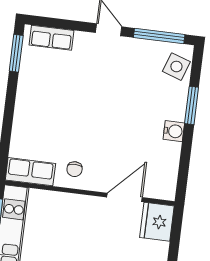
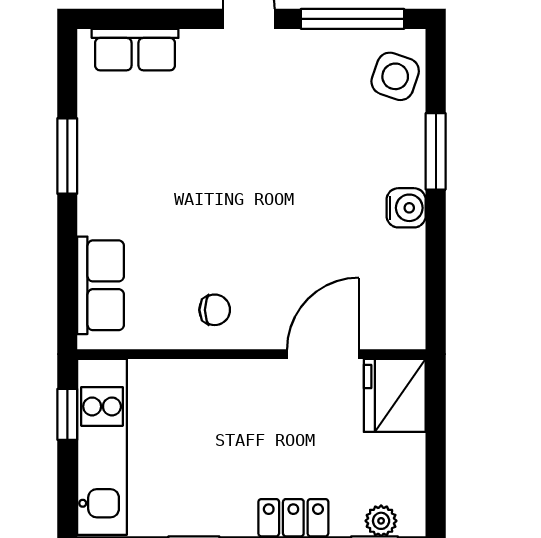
window: (16, 53) -> (67, 156), moved
chair: (75, 169) -> (215, 310), turned -90
row of seats: (30, 172) -> (101, 285), moved, turned 90

